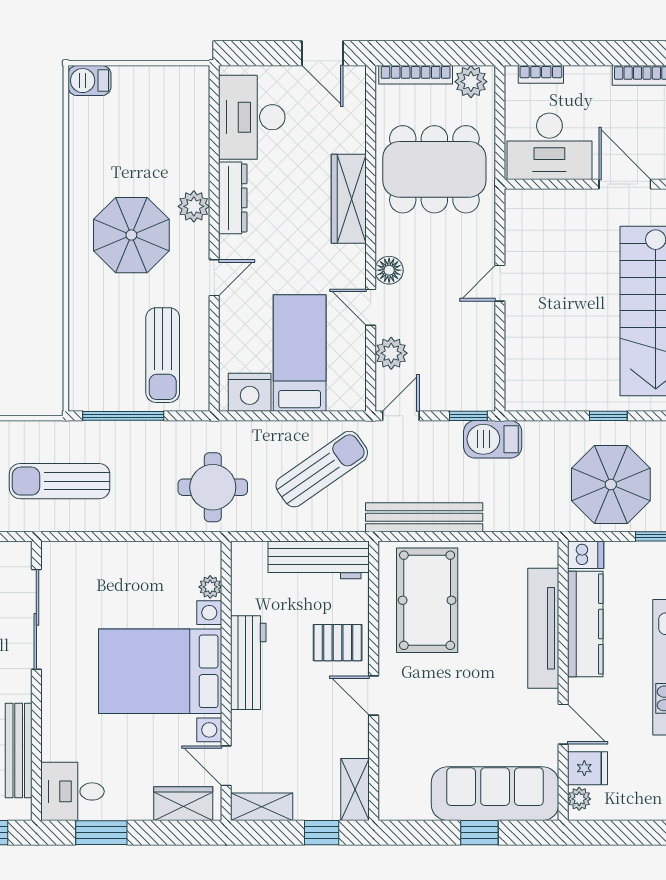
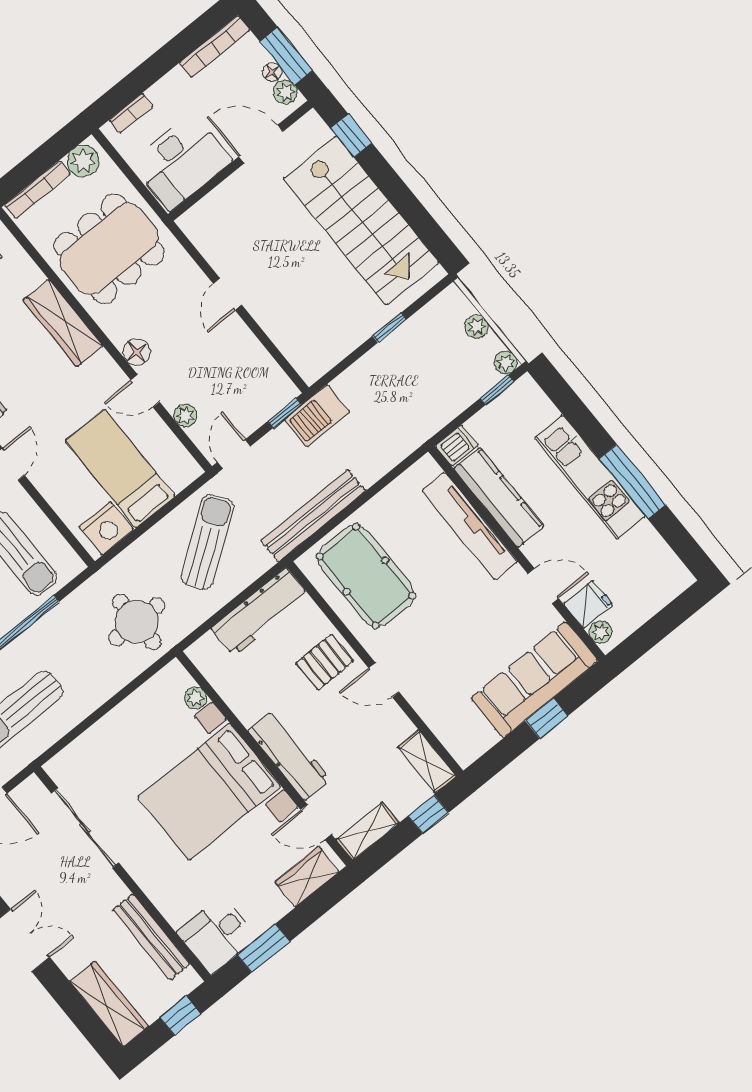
plant: (391, 353) -> (185, 416), width x0.73, depth x0.73
parasol: (611, 484) -> (433, 378), removed
workbench: (248, 663) -> (289, 755), moved

